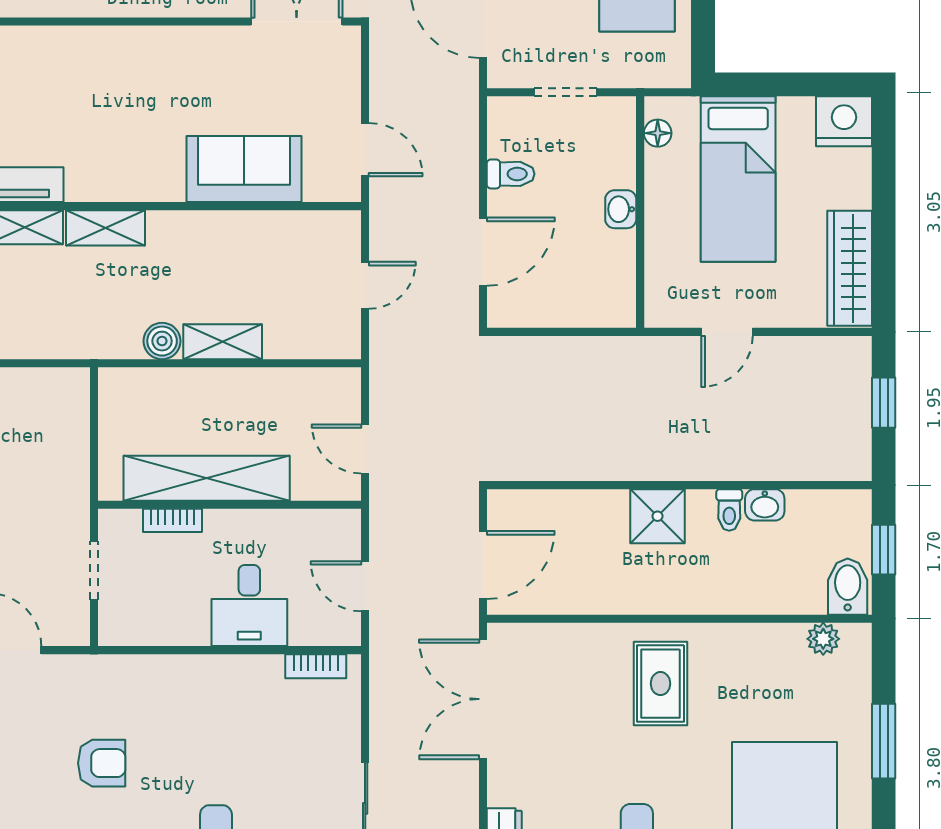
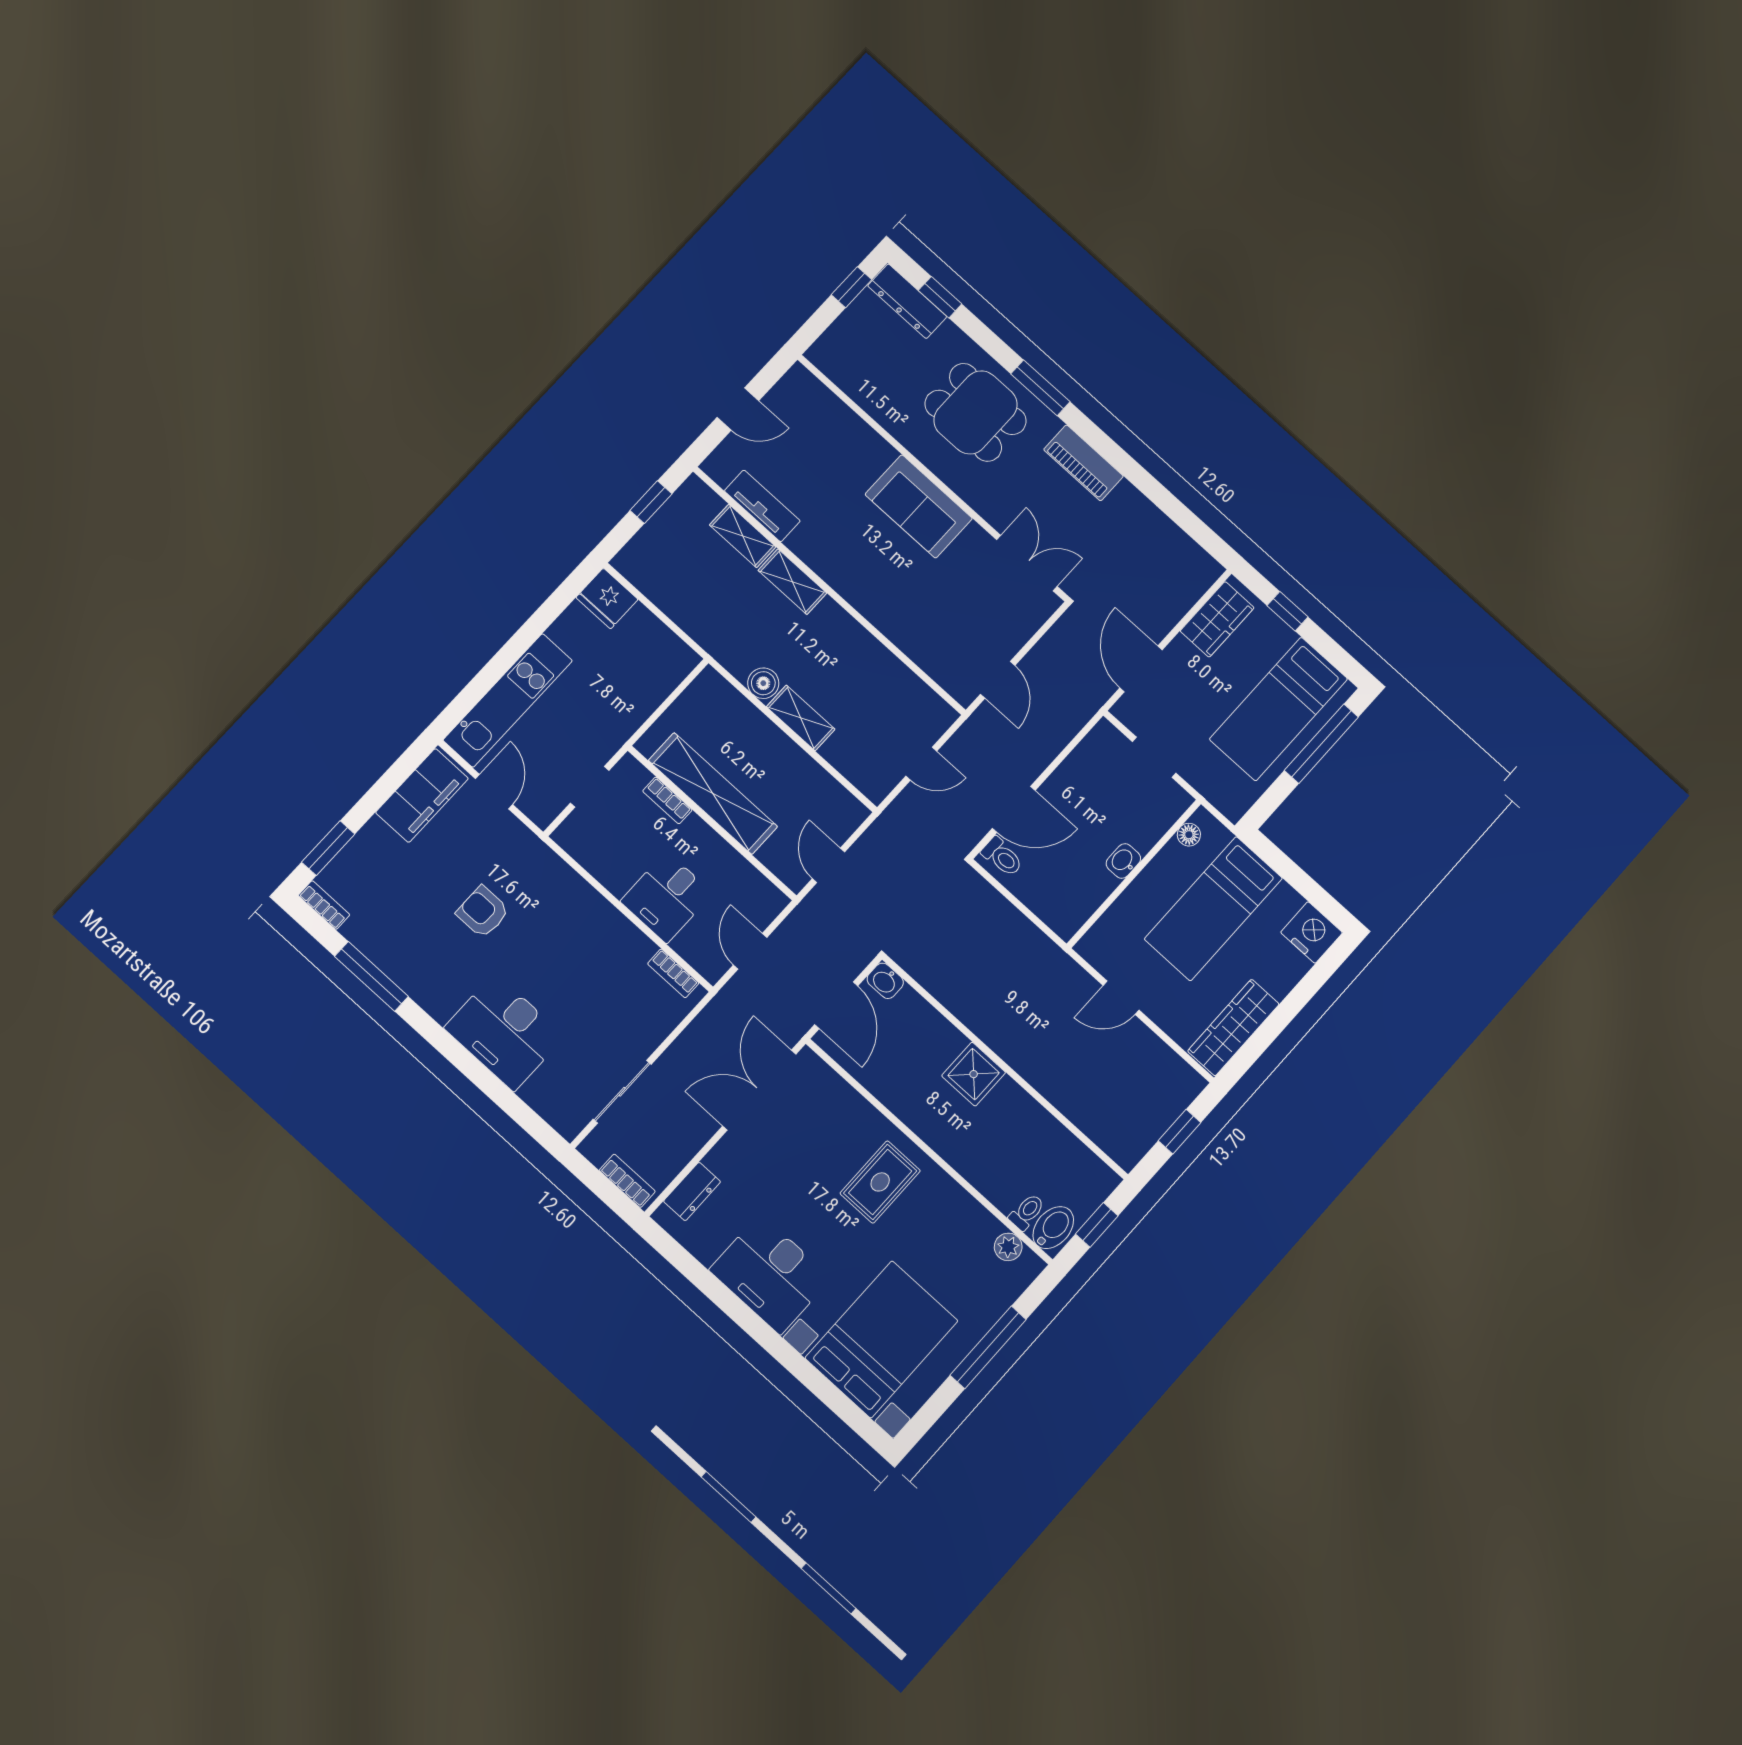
sofa: (244, 169) -> (919, 506), moved, turned 180
toilet: (511, 174) -> (1002, 857), moved
washbasin: (765, 505) -> (885, 981), moved
toilet: (729, 510) -> (1027, 1212), moved, turned 180
door: (483, 565) -> (836, 1005), hinge flipped
window: (884, 741) -> (988, 1347), width x1.44
armchair: (102, 763) -> (483, 912), turned 180

